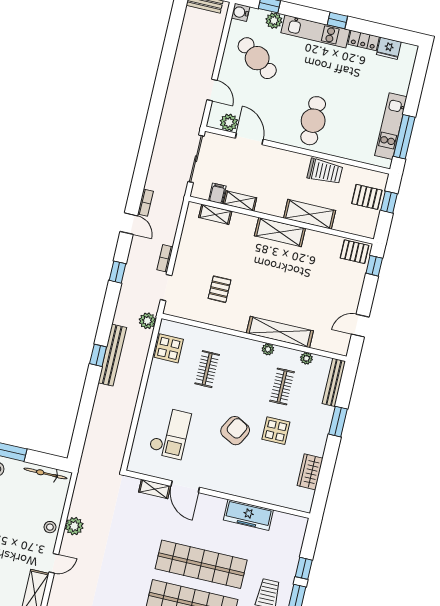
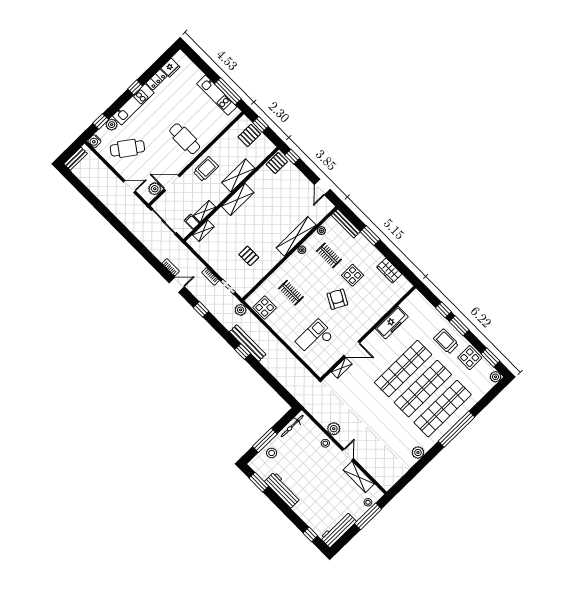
trolley: (325, 171) -> (206, 169), moved
checkout: (170, 433) -> (315, 338), turned -90

